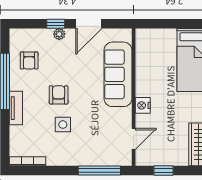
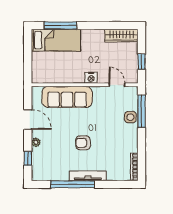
window: (56, 24) -> (28, 158), moved
armchair: (29, 61) -> (56, 166), removed
tv unit: (16, 108) -> (88, 176), width x1.41
side table: (63, 125) -> (130, 117), moved

